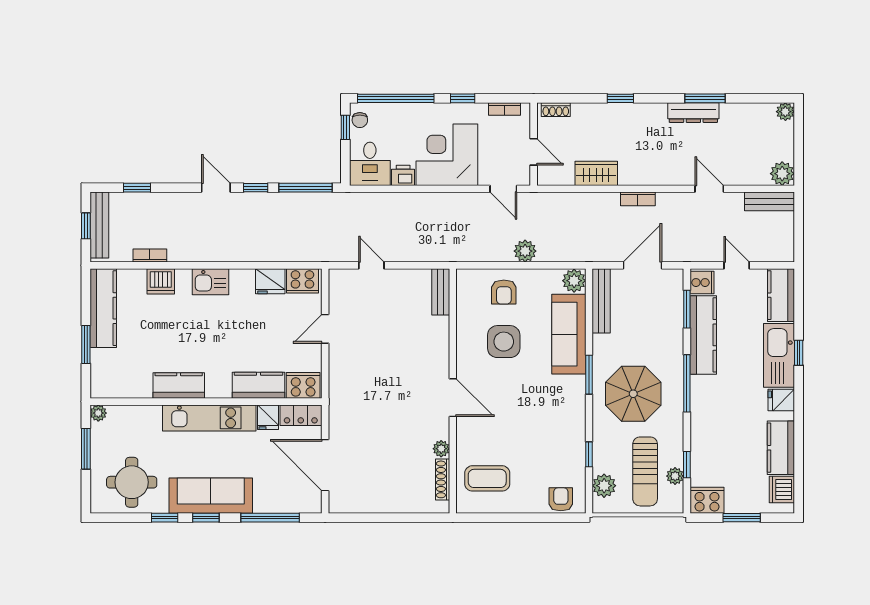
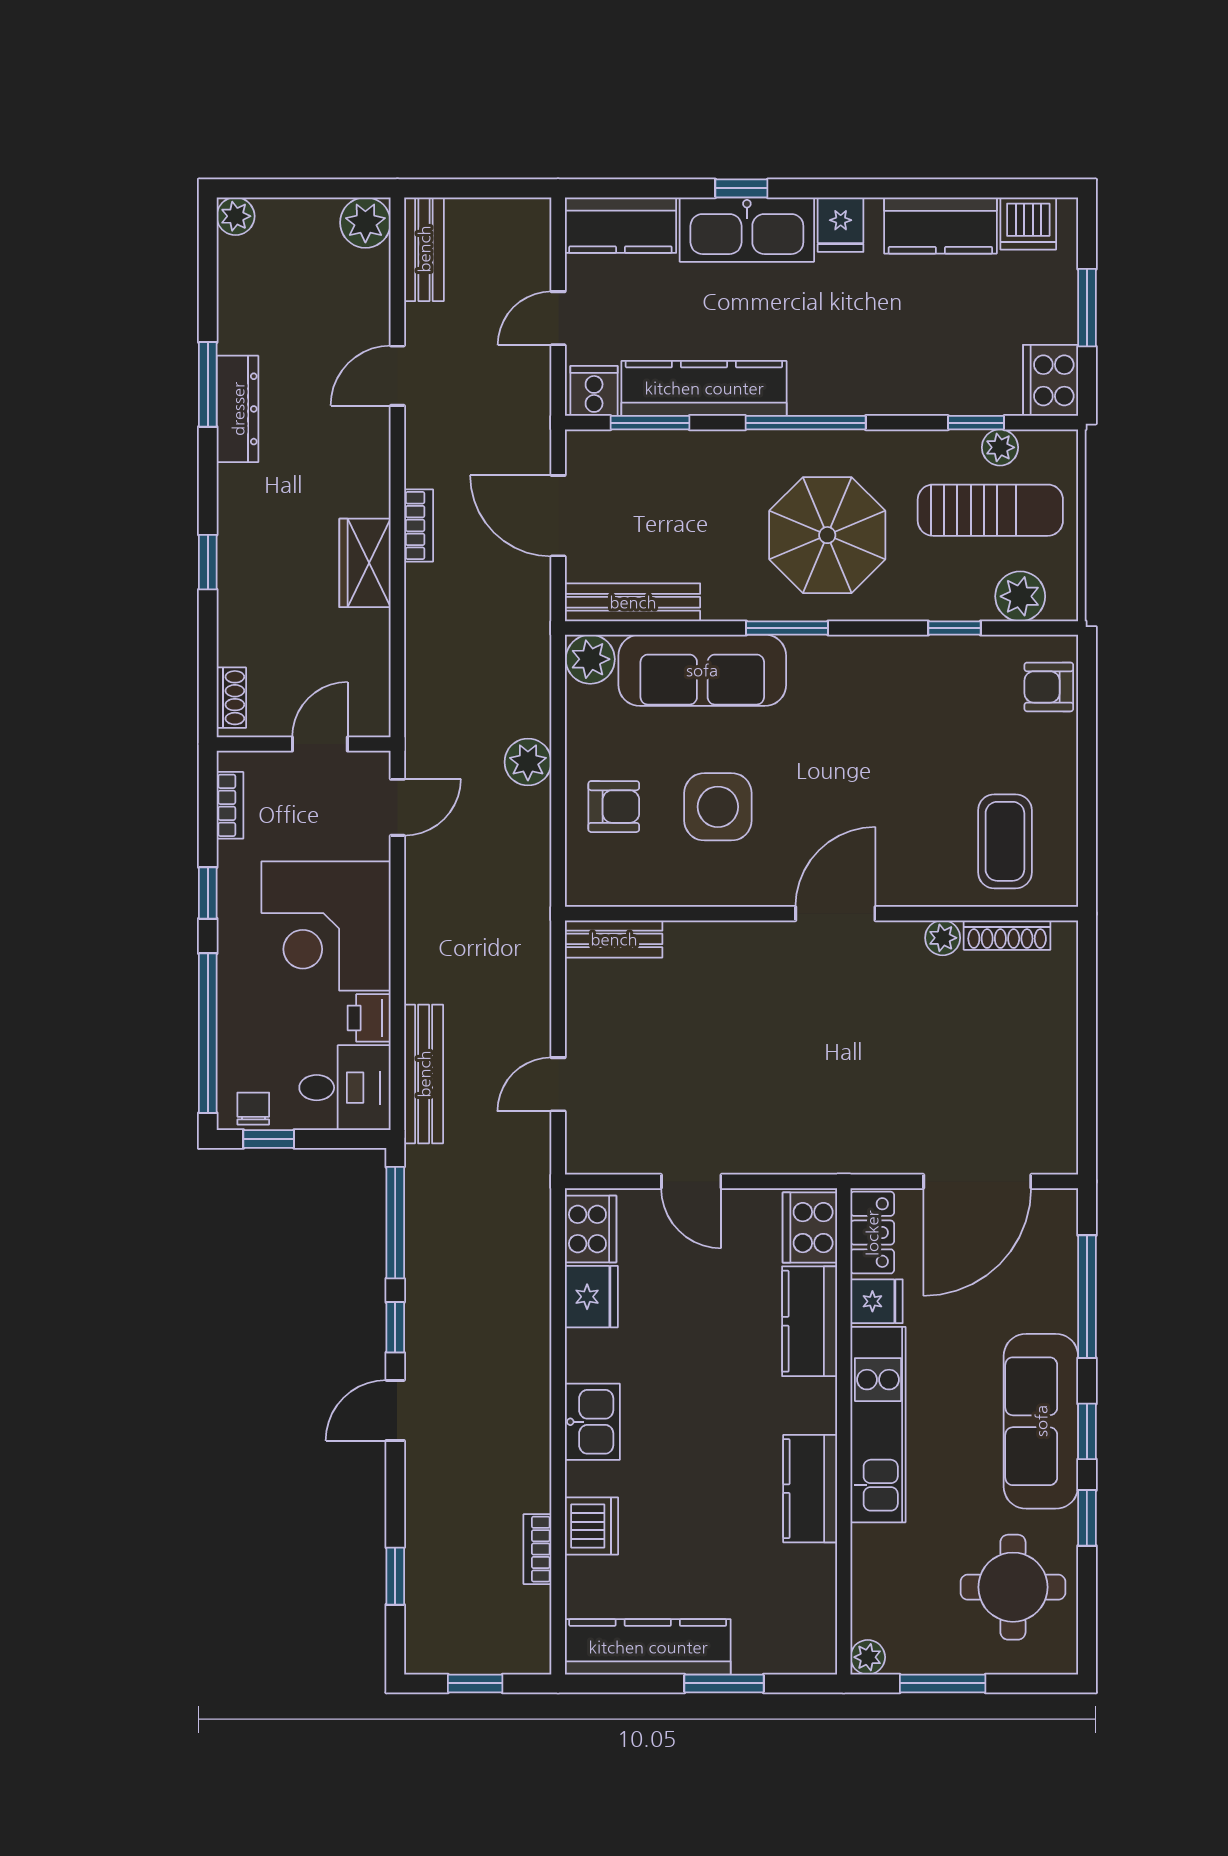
chair: (360, 120) -> (253, 1109), turned -90
wardrobe: (596, 173) -> (365, 563), moved
bench: (99, 225) -> (424, 1074), moved, turned 90

